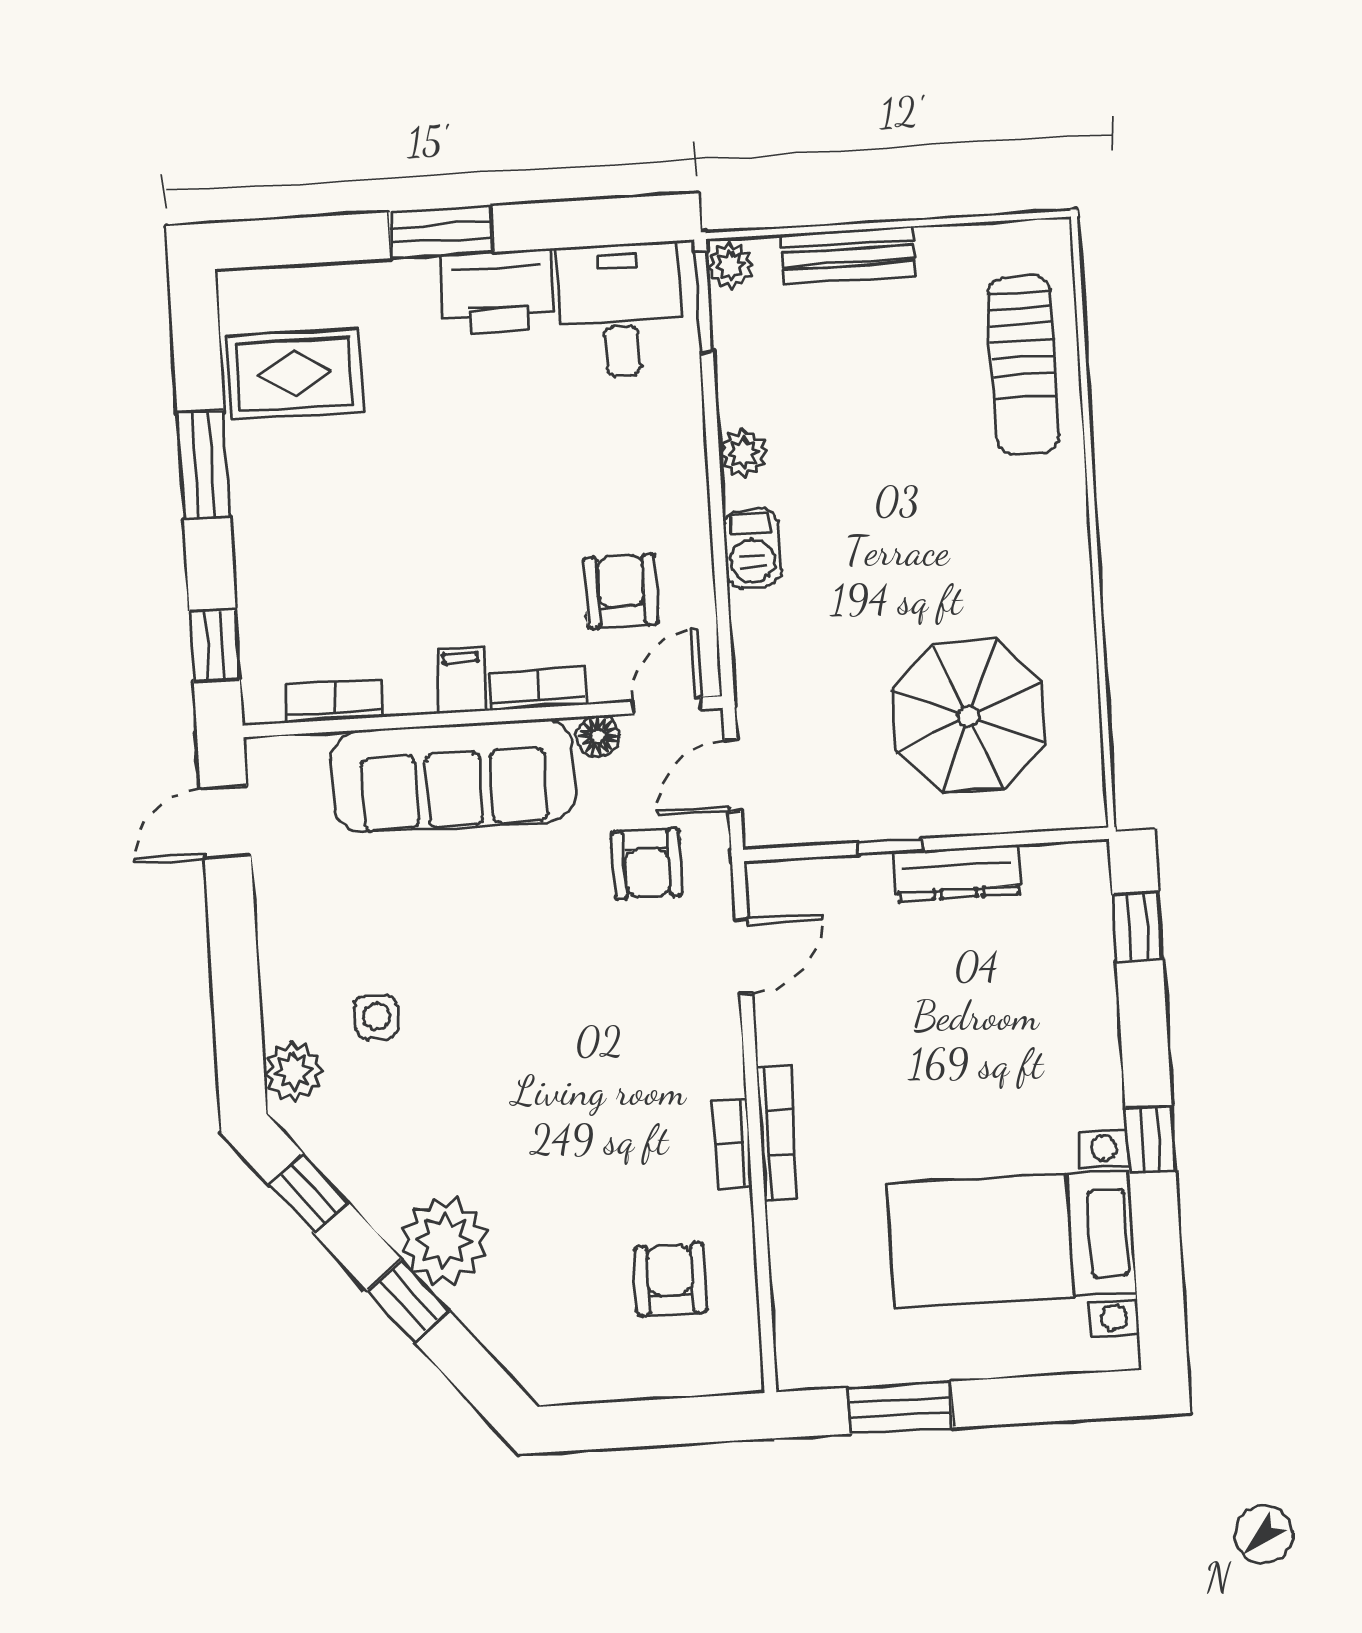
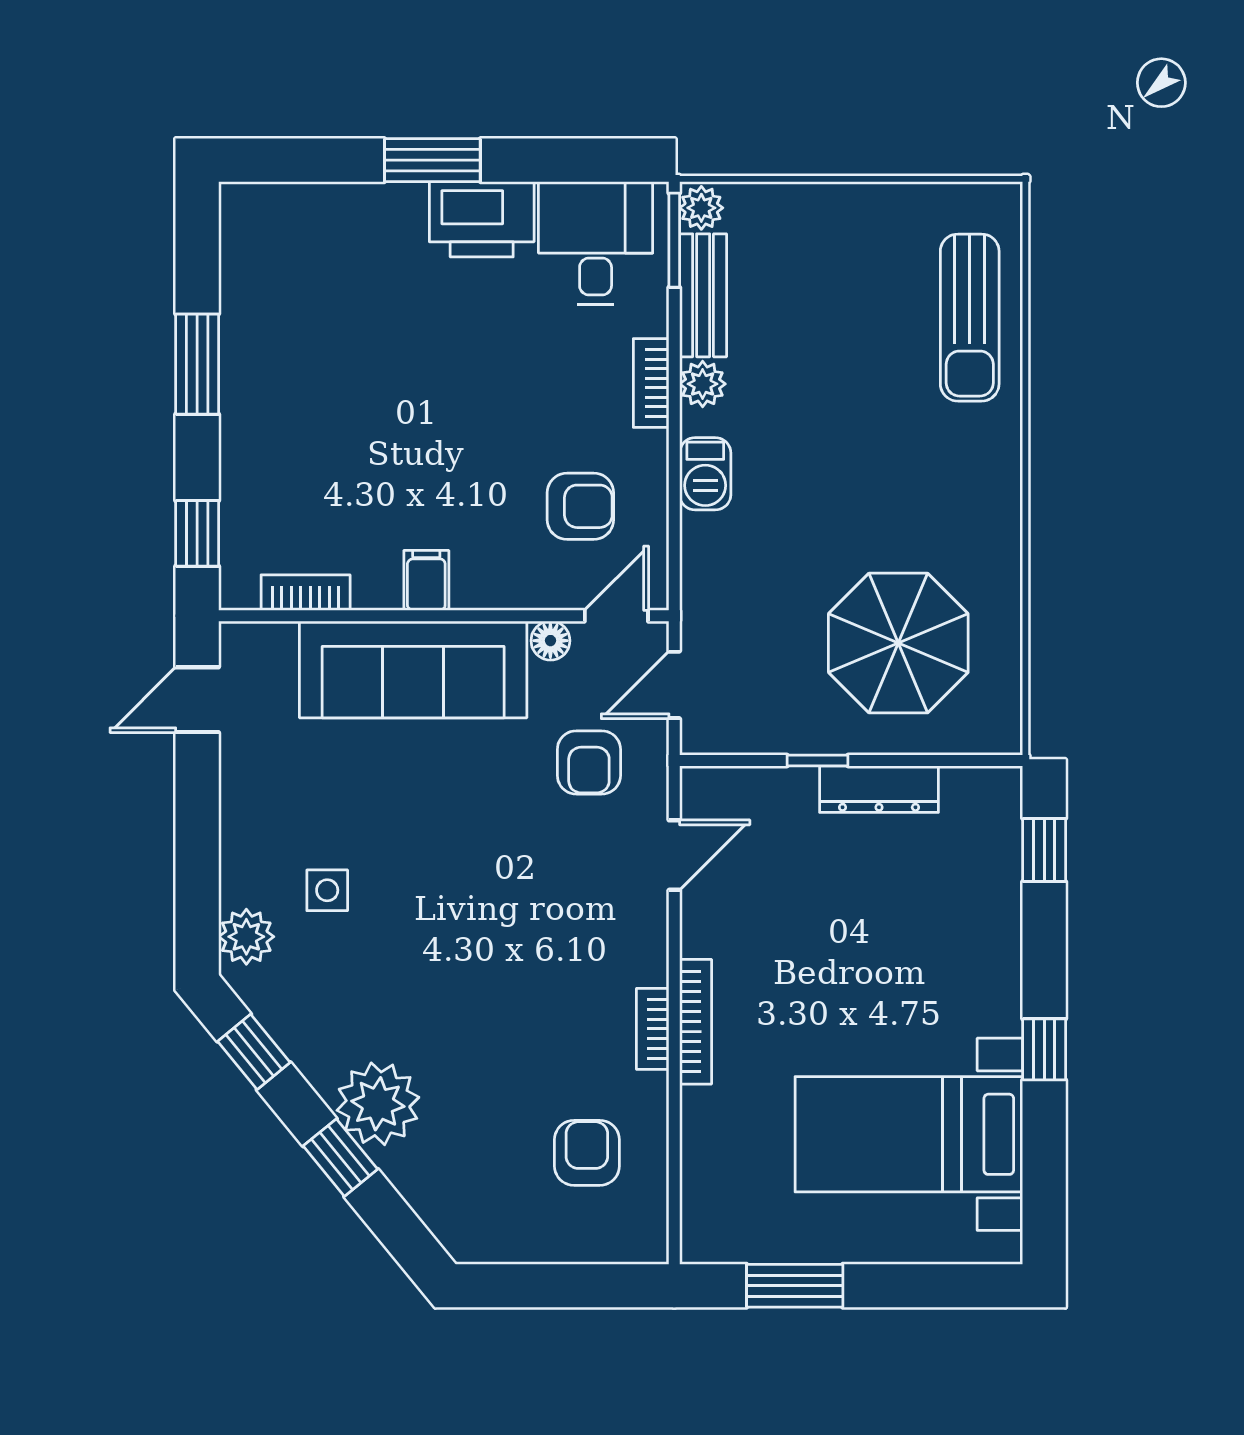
bench: (848, 255) -> (703, 295), moved, turned 90
rug: (295, 374) -> (288, 284), removed
armchair: (621, 591) -> (580, 506), turned 90
bookcase: (539, 689) -> (651, 383), moved, turned -90

